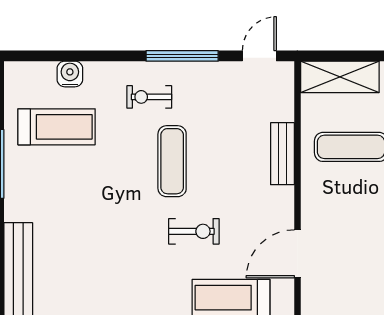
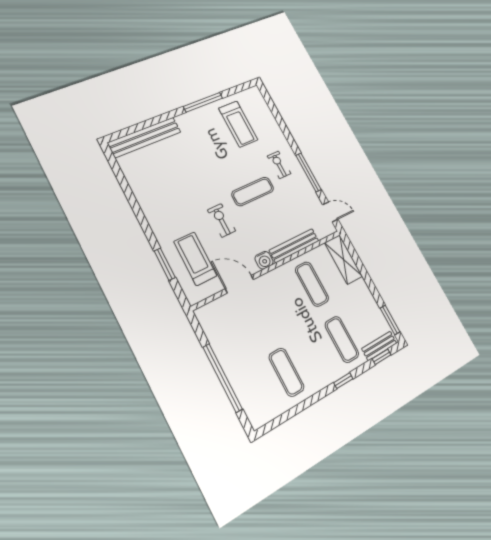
water cooler: (70, 74) -> (264, 260), moved, turned 90
bench: (282, 154) -> (294, 246), width x1.36
exercise bike: (194, 231) -> (222, 220), turned 180

